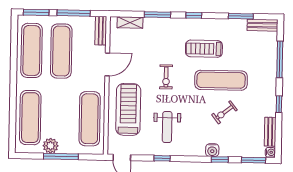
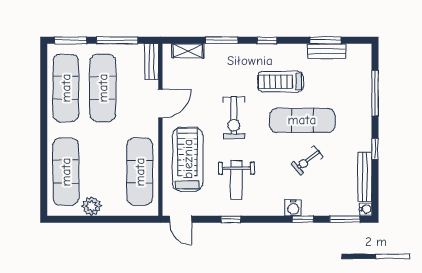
bench: (262, 25) -> (327, 51), moved
exercise bike: (166, 77) -> (234, 118), width x1.38, depth x1.39
bench: (270, 132) -> (365, 177), width x1.36
window: (61, 156) -> (105, 219), removed

